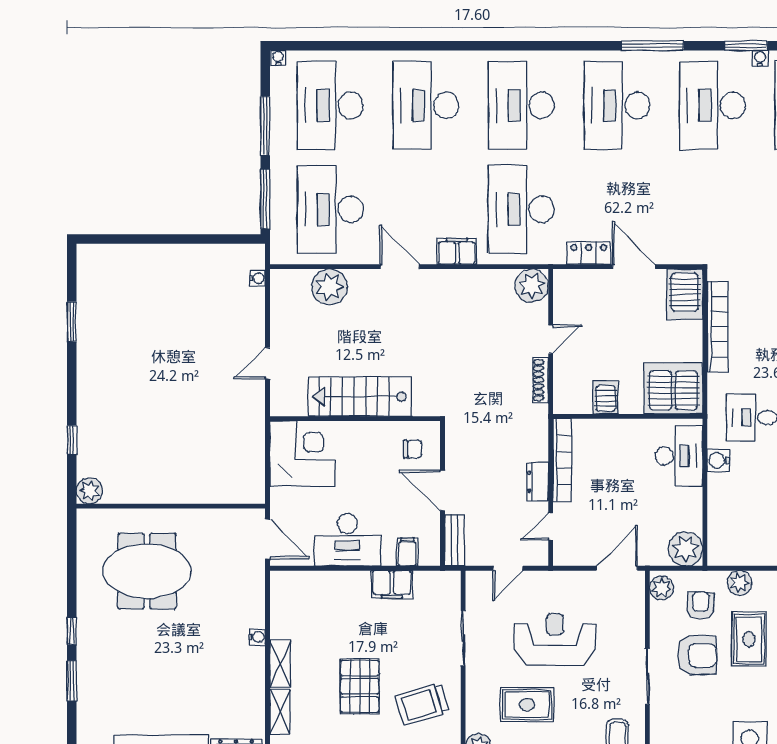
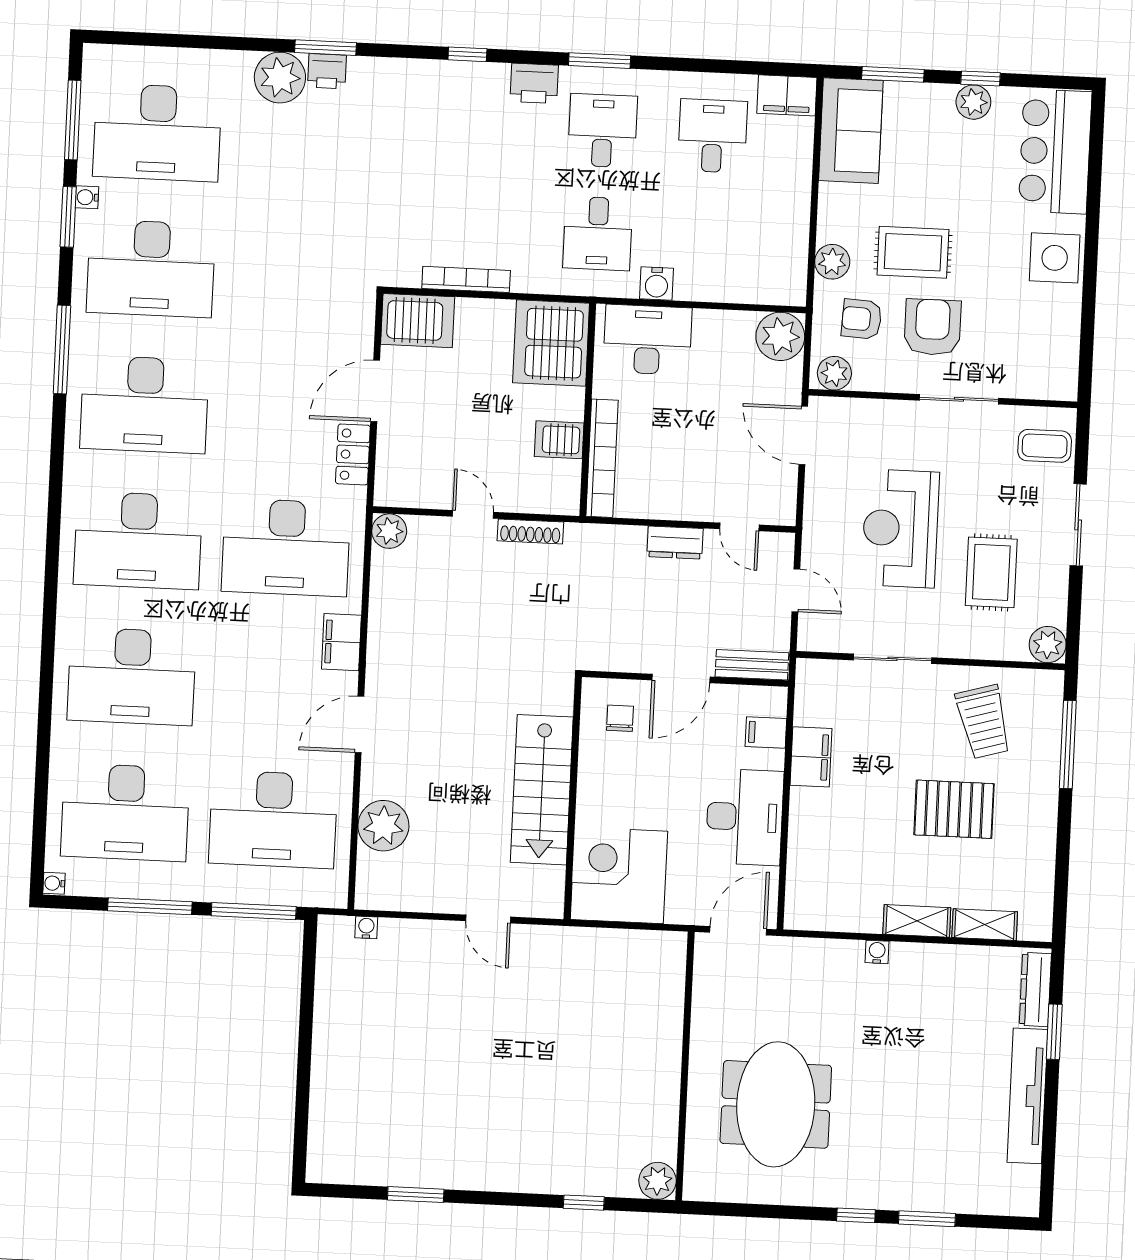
plant: (532, 286) -> (389, 531), width x0.73, depth x0.73
bookcase: (718, 327) -> (466, 279), width x0.68, depth x0.76
bookcase: (562, 460) -> (602, 458), moved, turned 90

